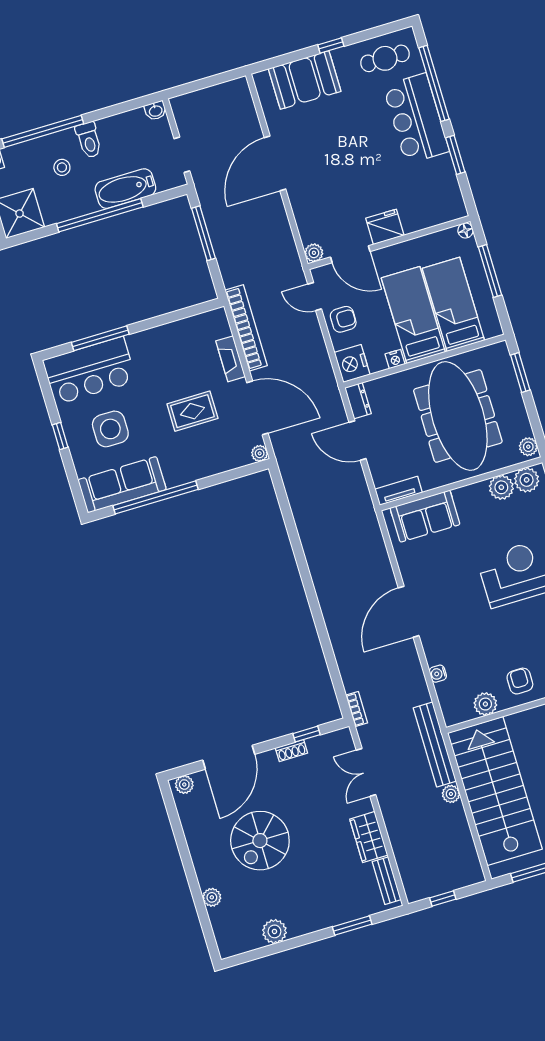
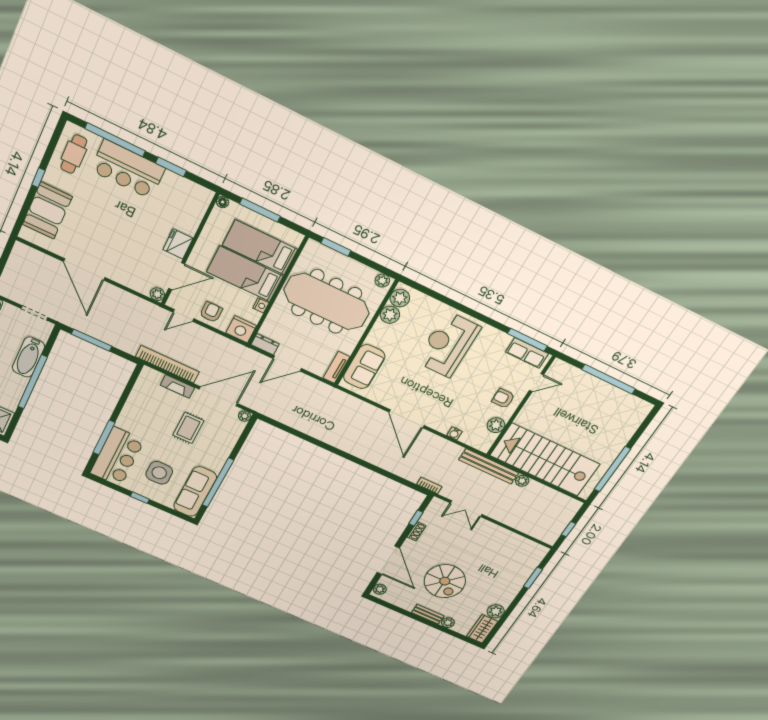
wardrobe: (369, 837) -> (482, 629), moved, turned 90
bench: (387, 881) -> (428, 614), moved

